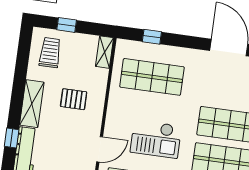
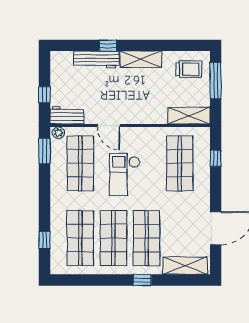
window: (67, 25) -> (216, 81), width x2.17
shelving: (104, 52) -> (189, 116), width x1.50, depth x1.33
pallet: (74, 99) -> (150, 96), removed

